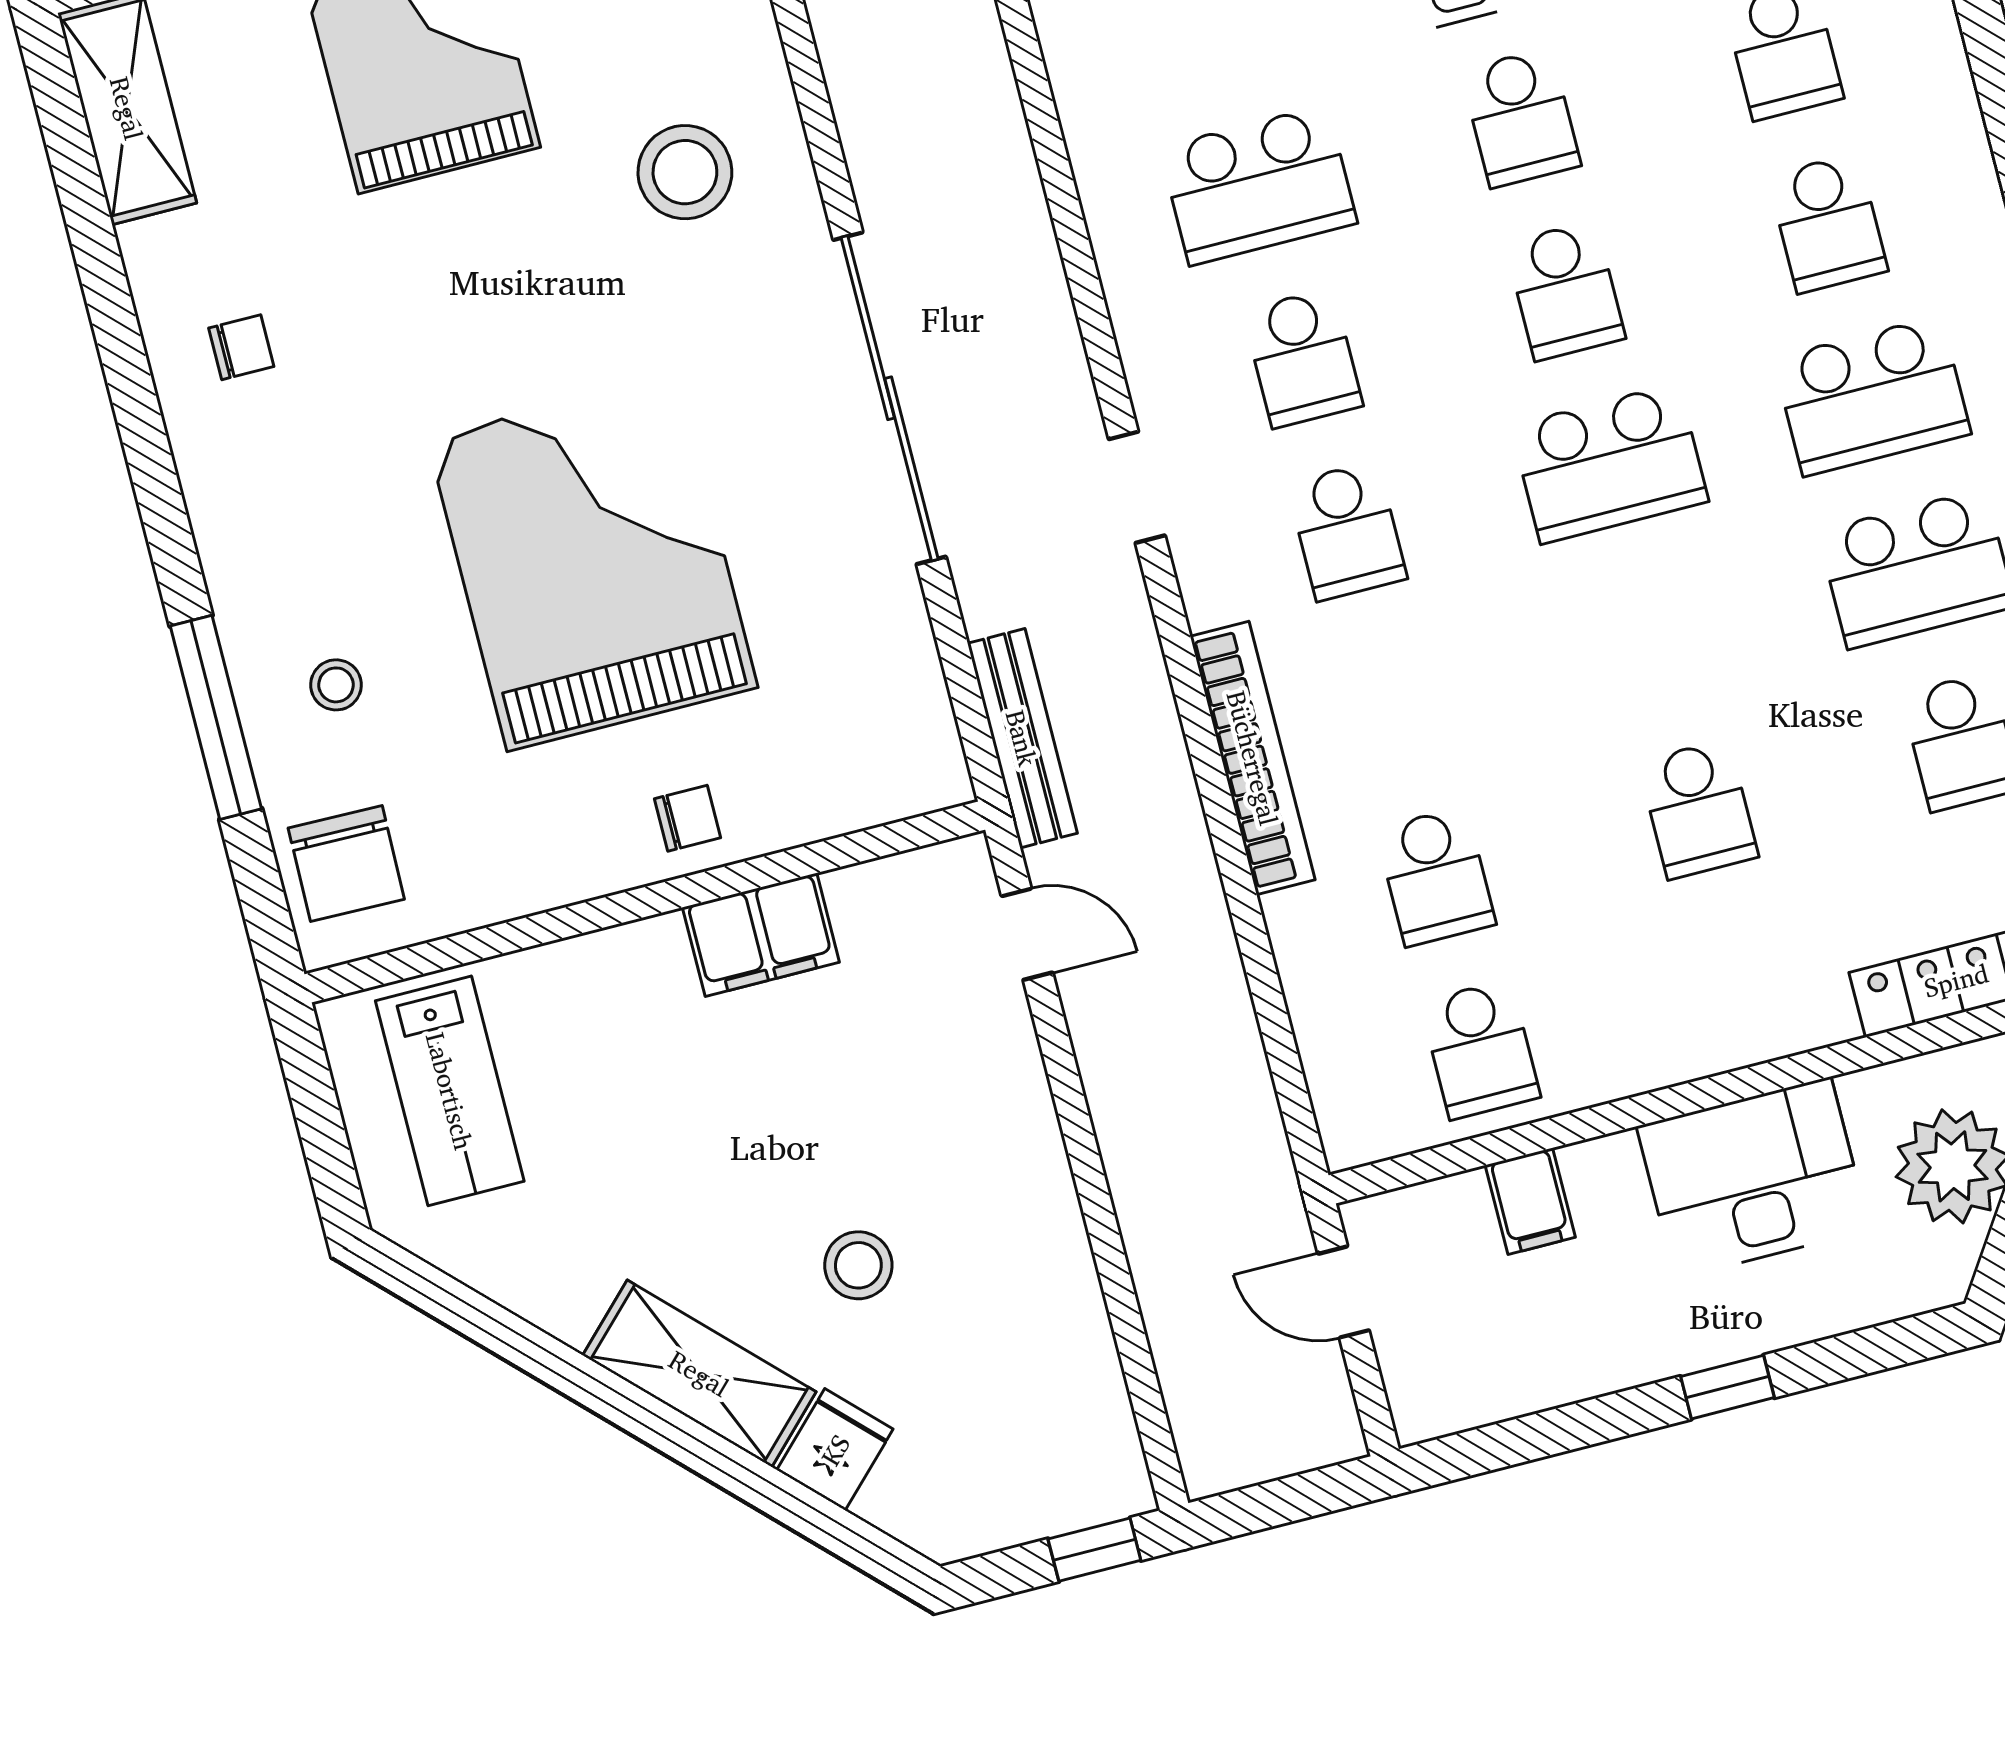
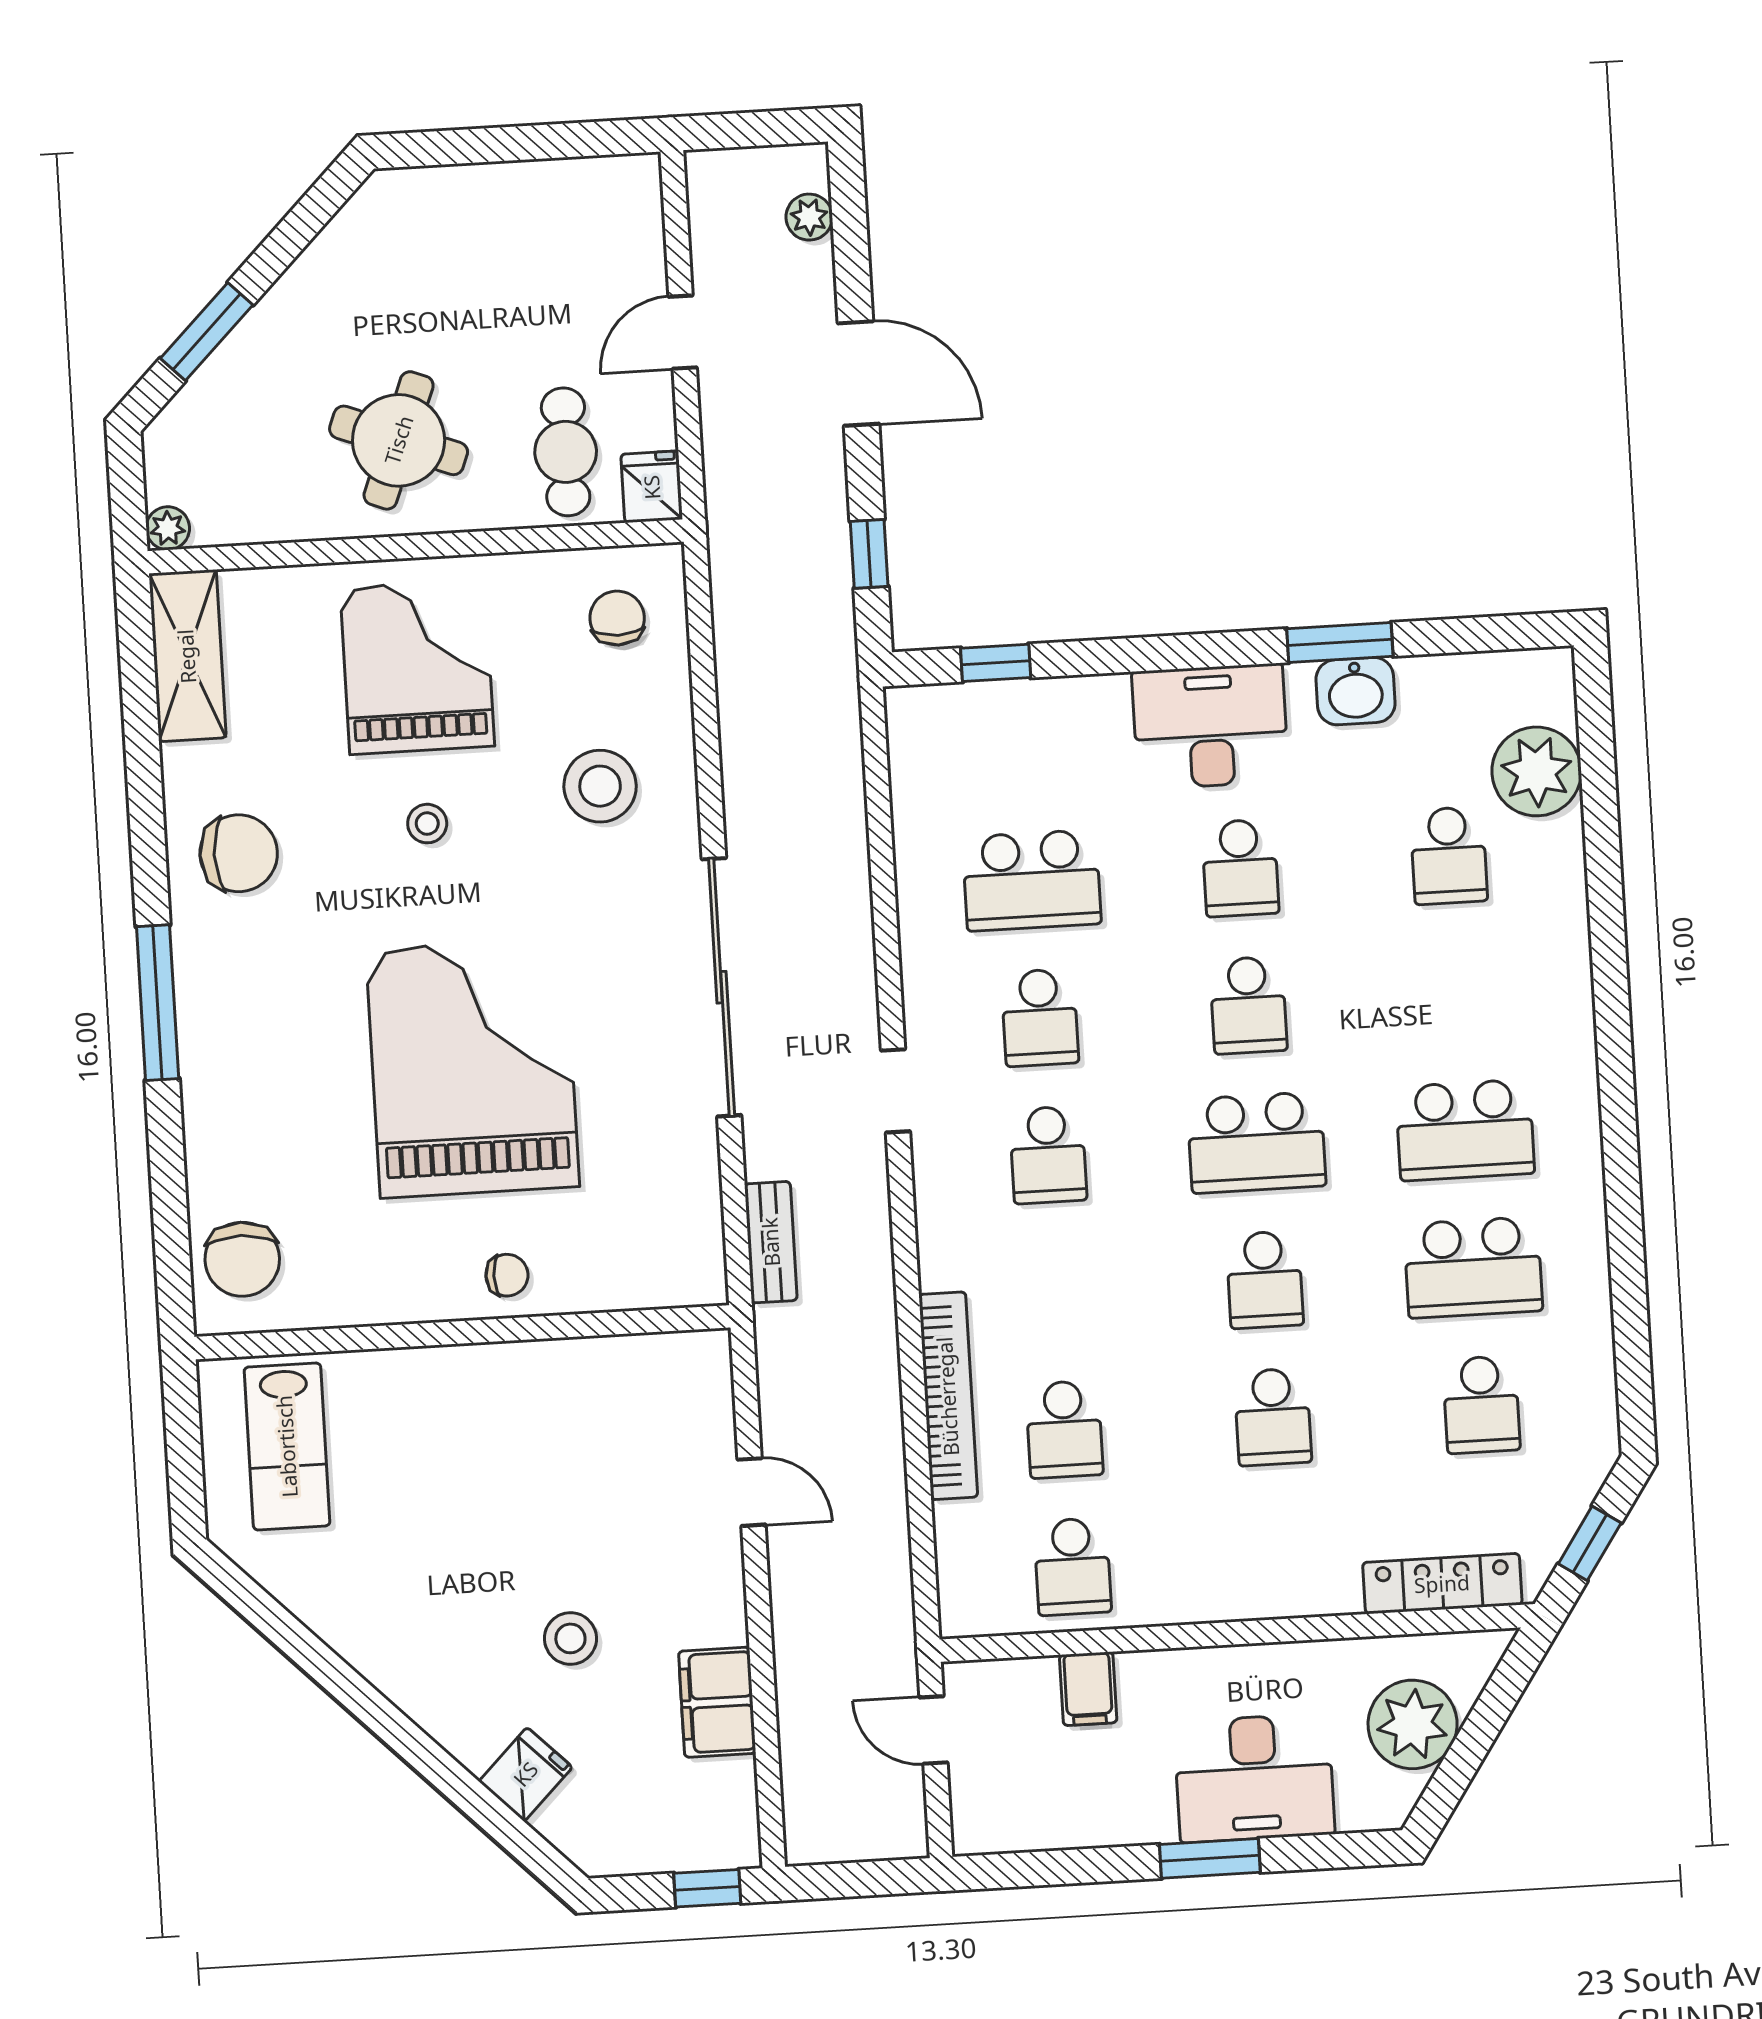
school desk: (1828, 223) -> (1265, 1280), moved
chair: (241, 347) -> (239, 853), width x1.87, depth x1.87
stool: (336, 685) -> (427, 824), moved
window: (216, 717) -> (158, 1003), moved
bench: (1022, 738) -> (771, 1242), width x0.73
bookcase: (1253, 758) -> (948, 1396), moved
door: (1027, 934) -> (752, 1492), moved
filing cabinet: (761, 935) -> (717, 1702), moved, turned 90
desk: (1753, 1178) -> (1254, 1778), moved, turned 180
shelving: (699, 1373) -> (434, 1697), removed
window: (1727, 1387) -> (1210, 1858), width x1.50

